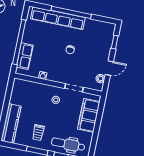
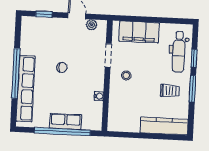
row of seats: (25, 56) -> (66, 121), moved

